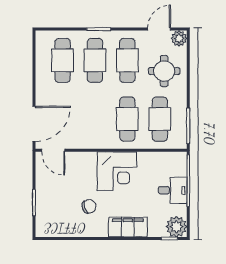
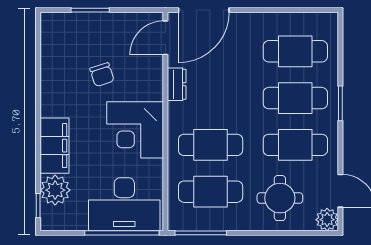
door: (34, 124) -> (204, 10), hinge flipped
dresser: (85, 143) -> (177, 84), added
desk: (173, 190) -> (124, 204), width x1.87, depth x1.30
chair: (89, 206) -> (102, 75), moved
plant: (176, 227) -> (55, 190), moved

